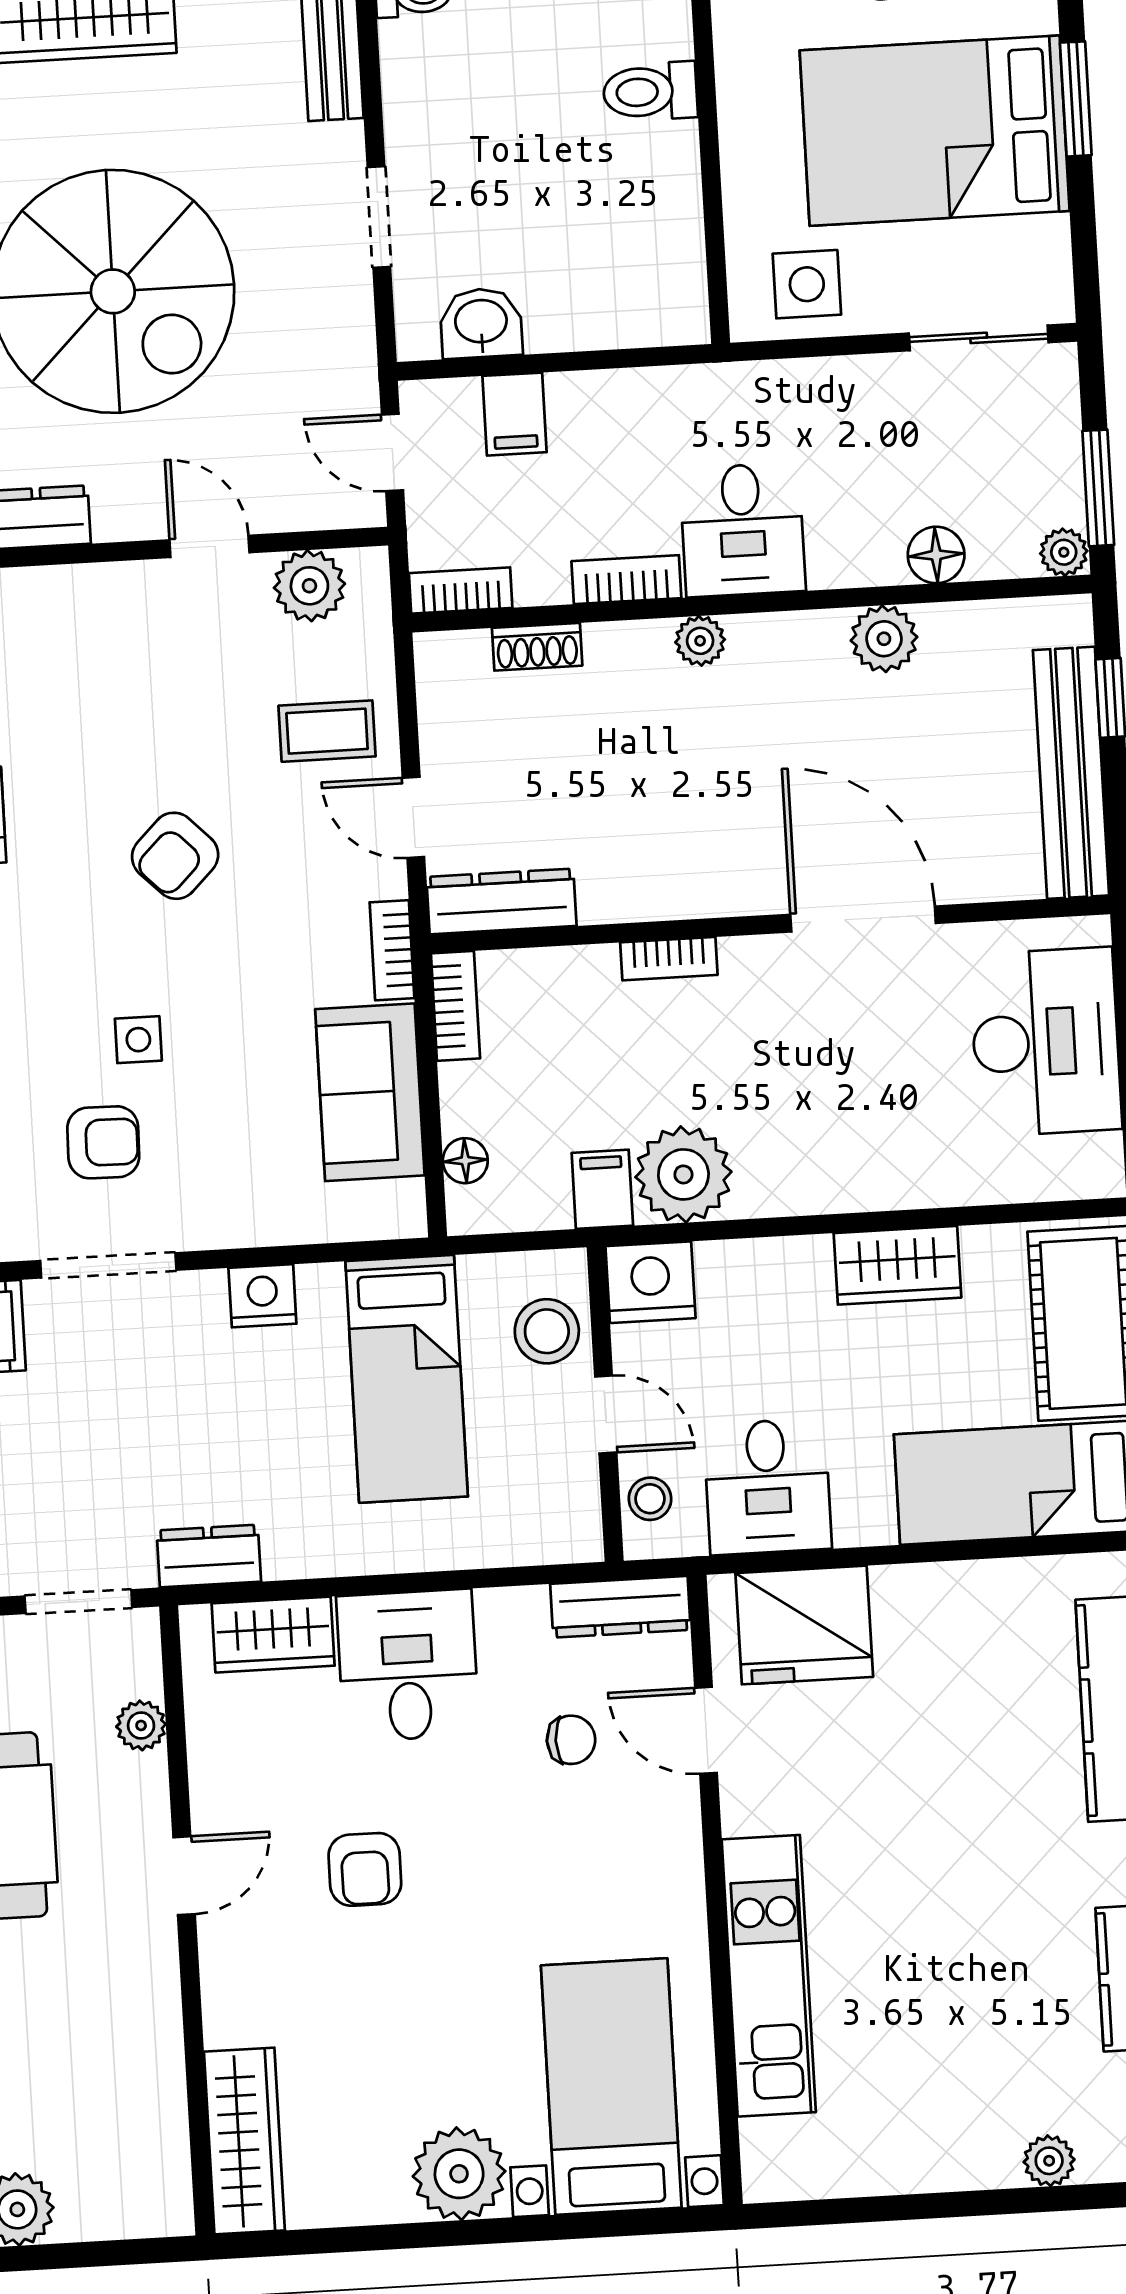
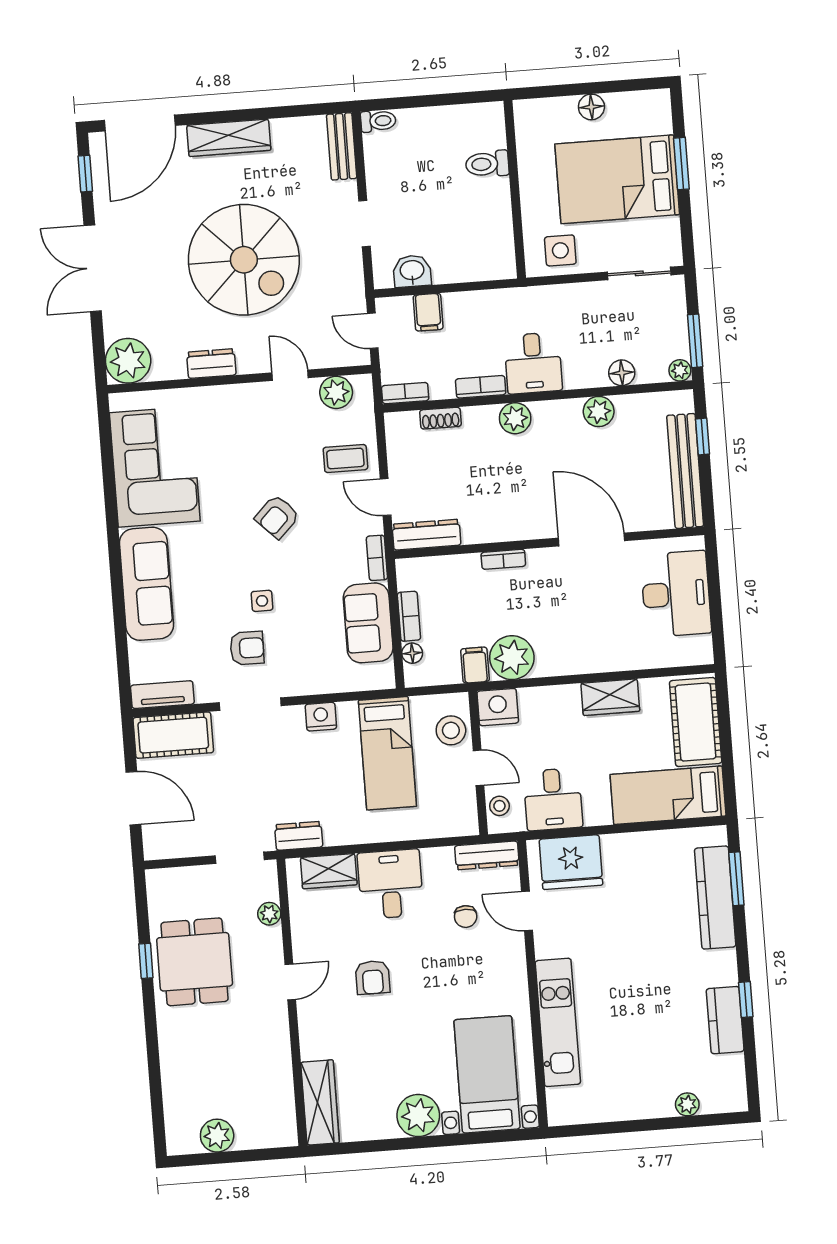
plant: (700, 641) -> (515, 418), width x1.38, depth x1.38
bookcase: (455, 1006) -> (409, 616), moved
chair: (571, 1740) -> (466, 917), turned 90

